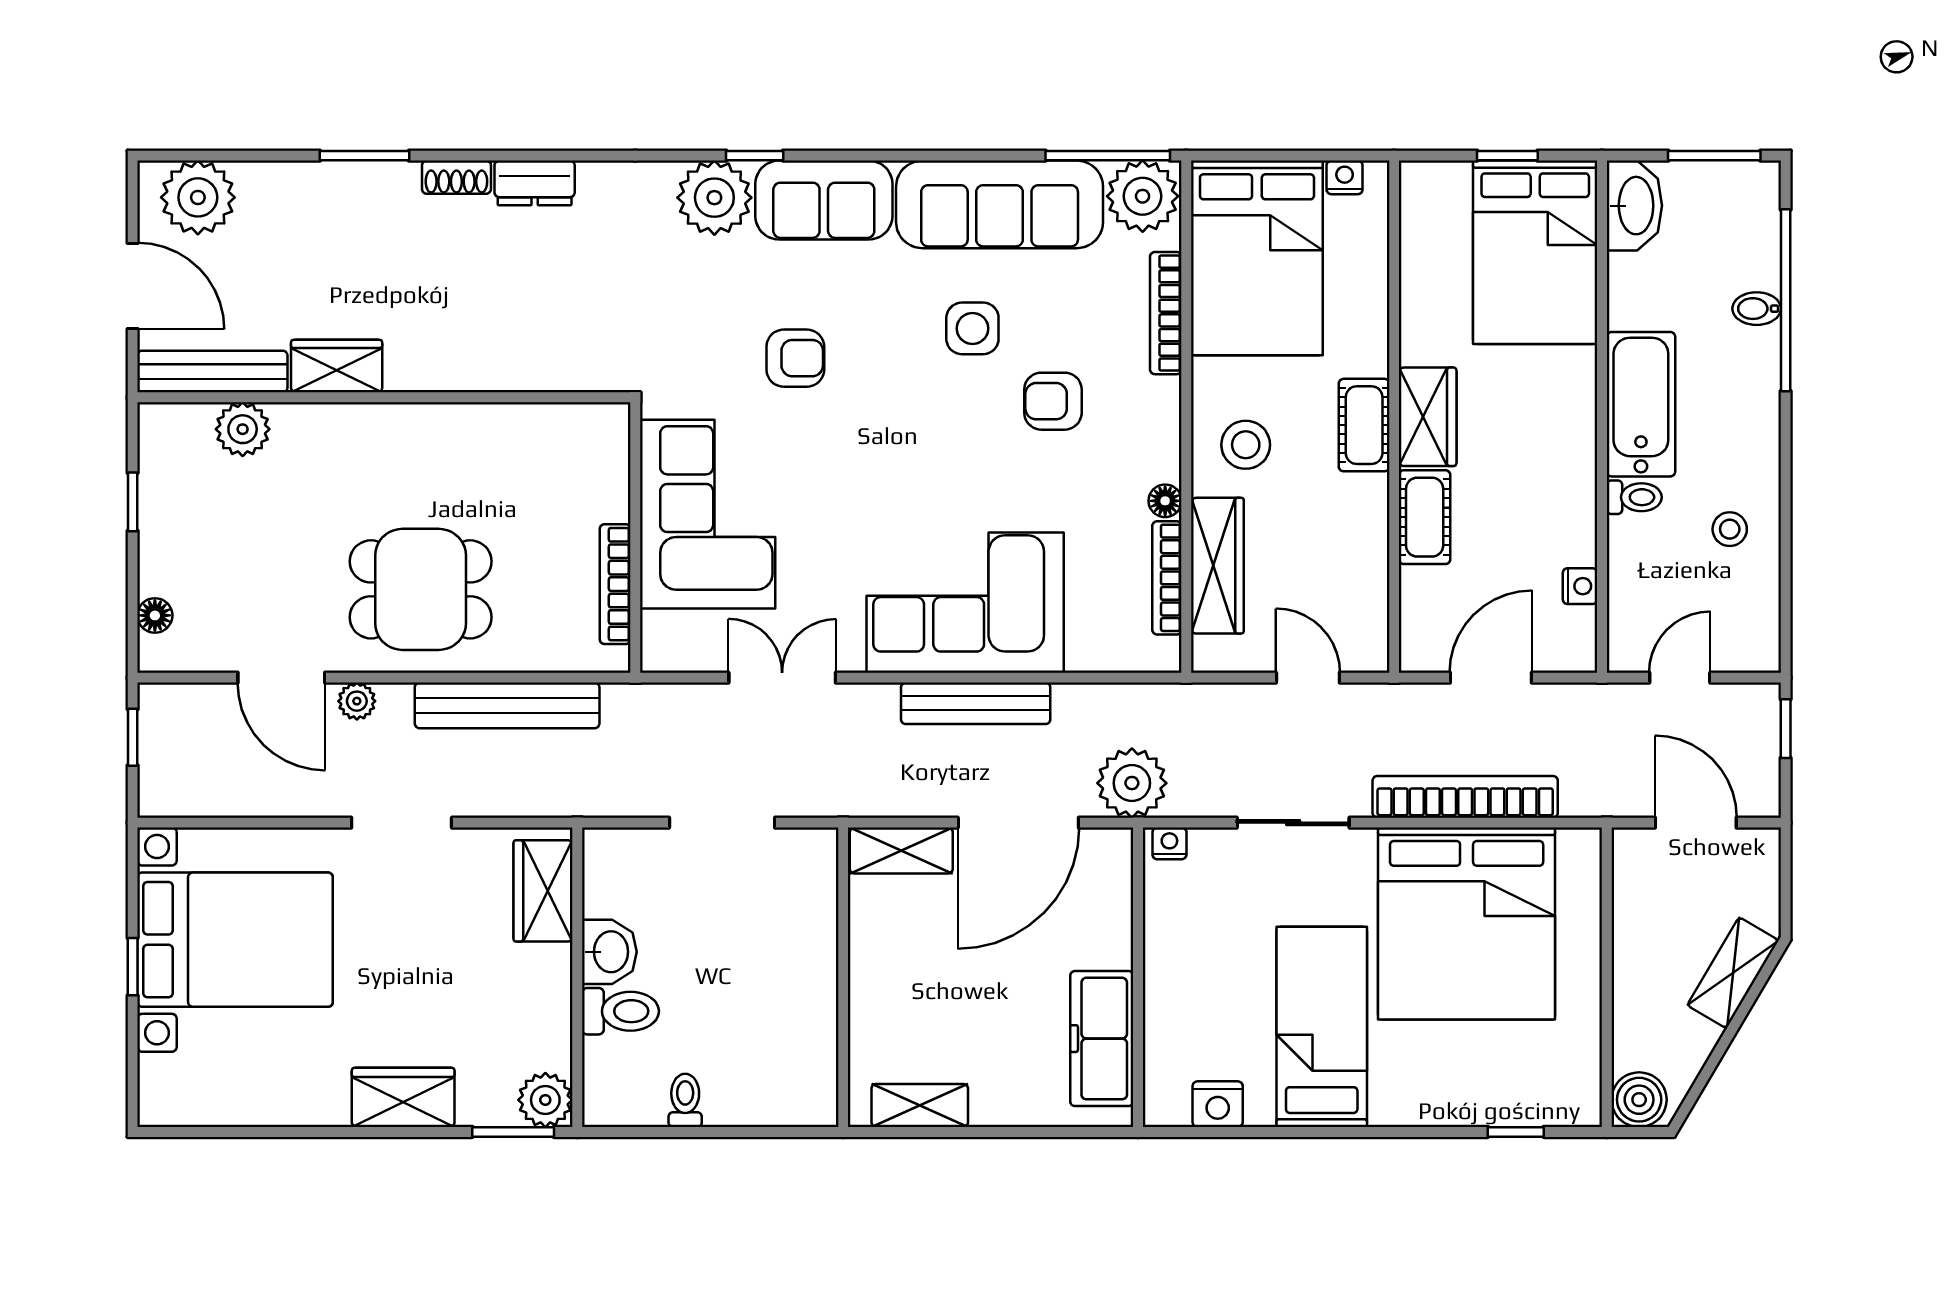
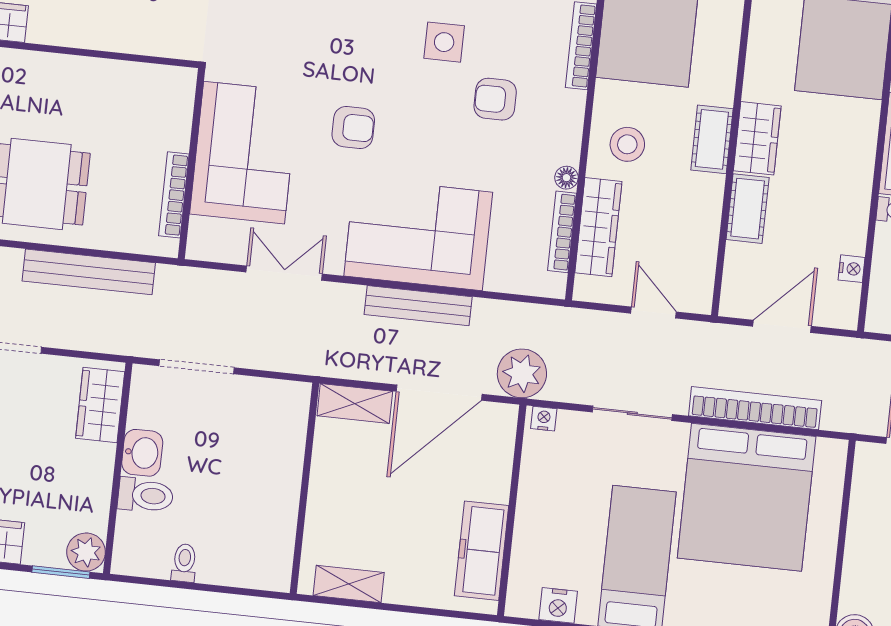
armchair: (795, 358) -> (353, 128), moved
doorway: (722, 823) -> (197, 367), moved

